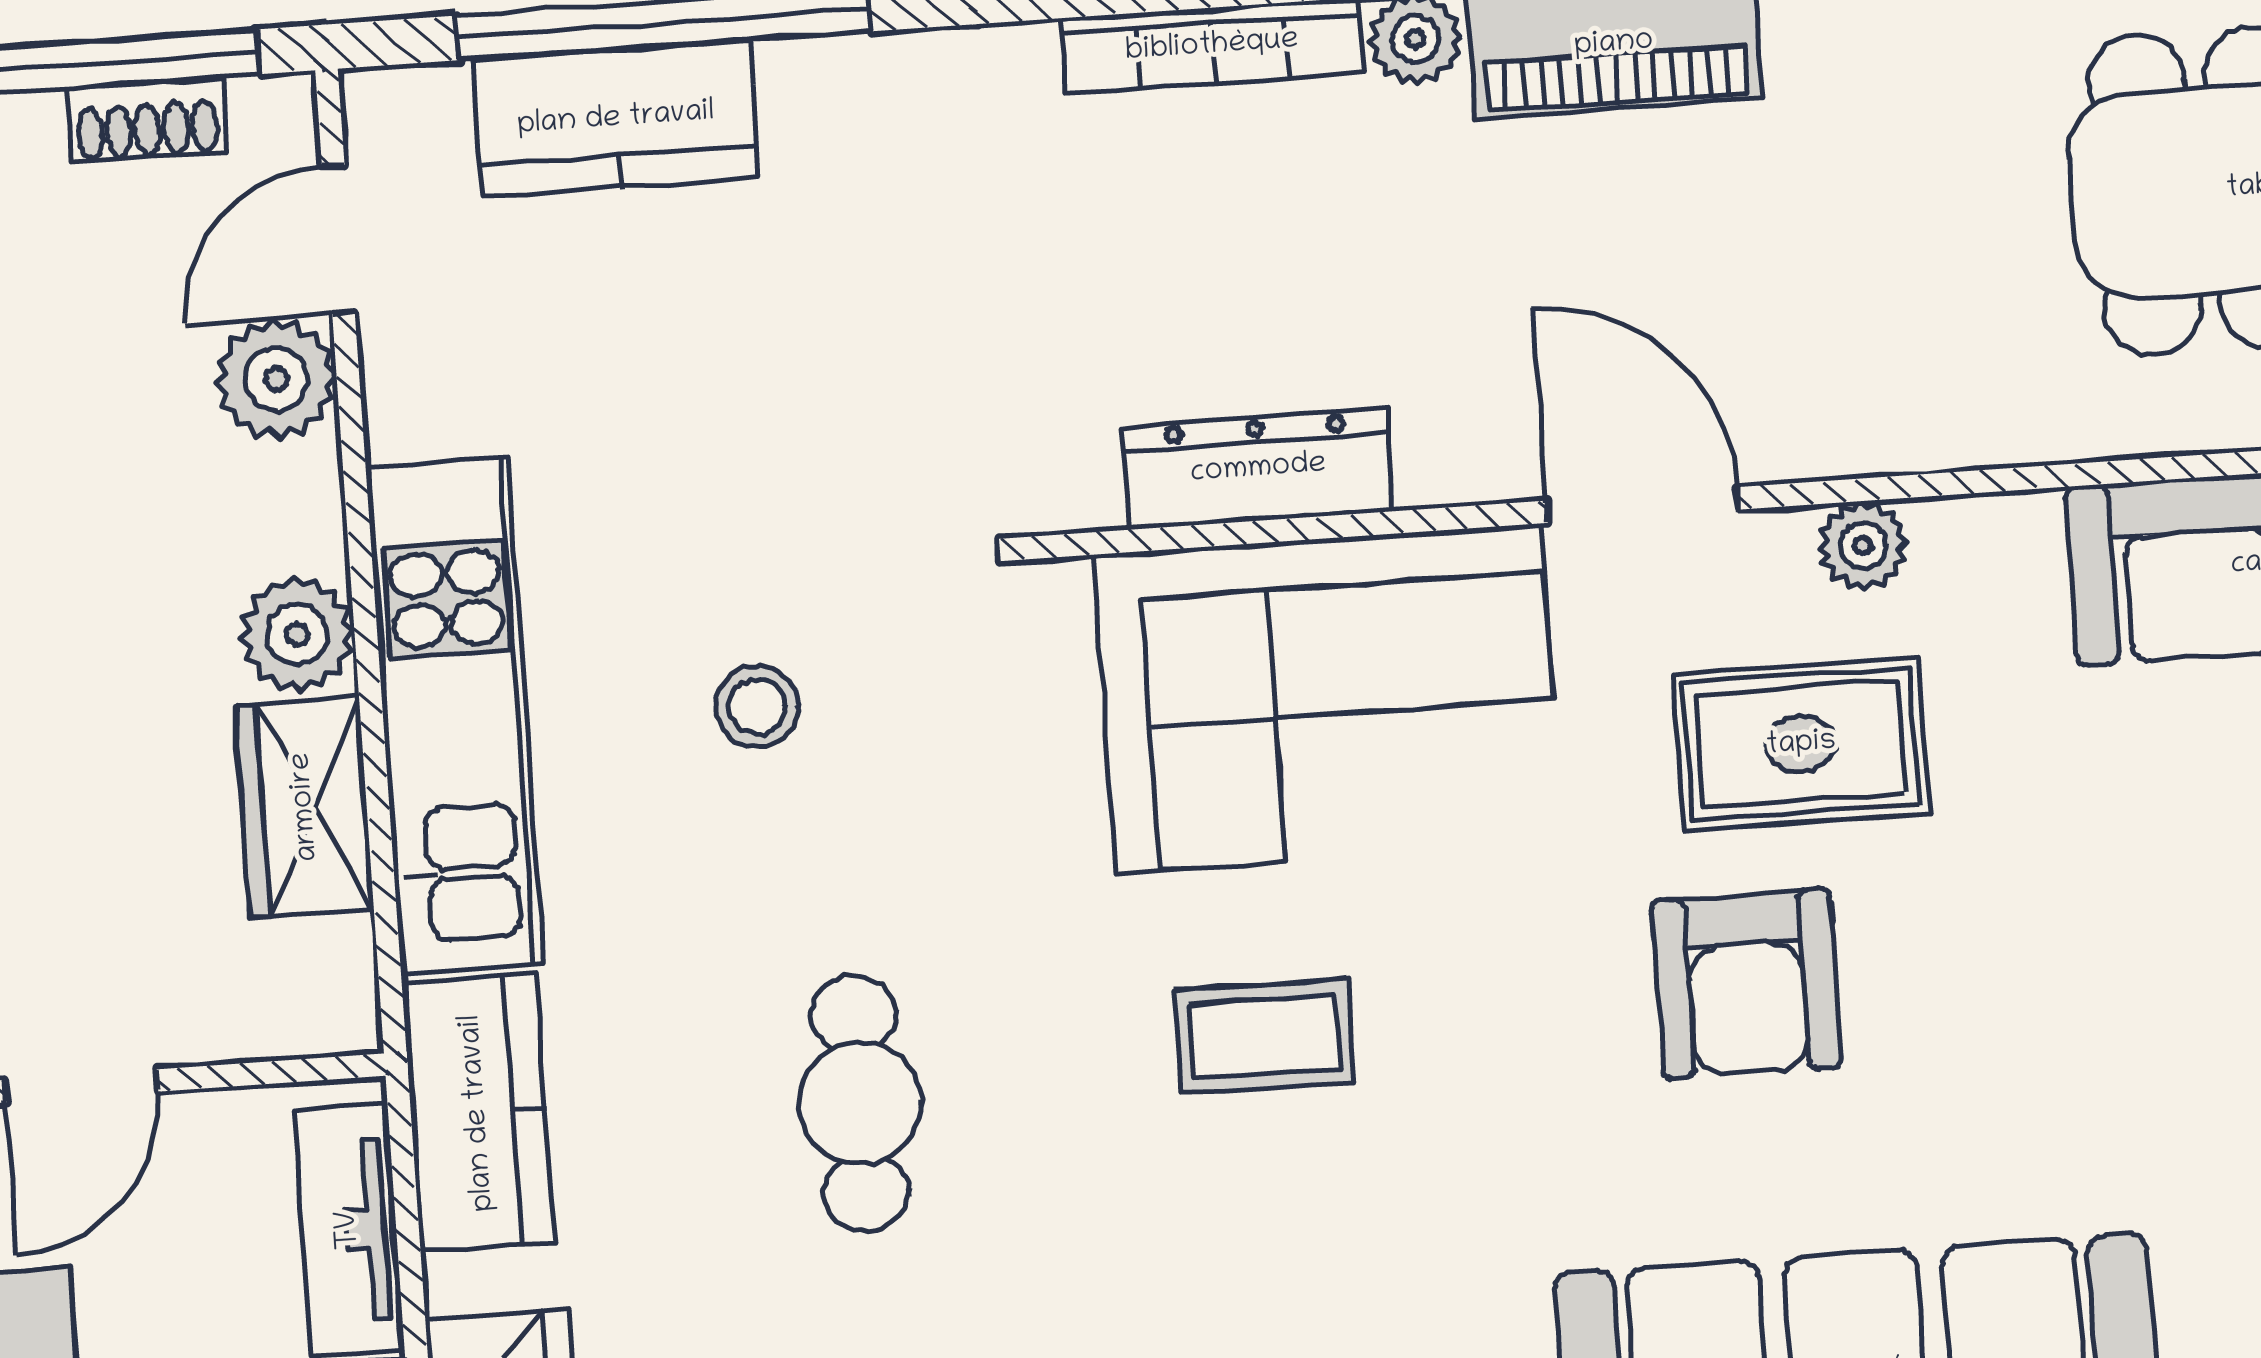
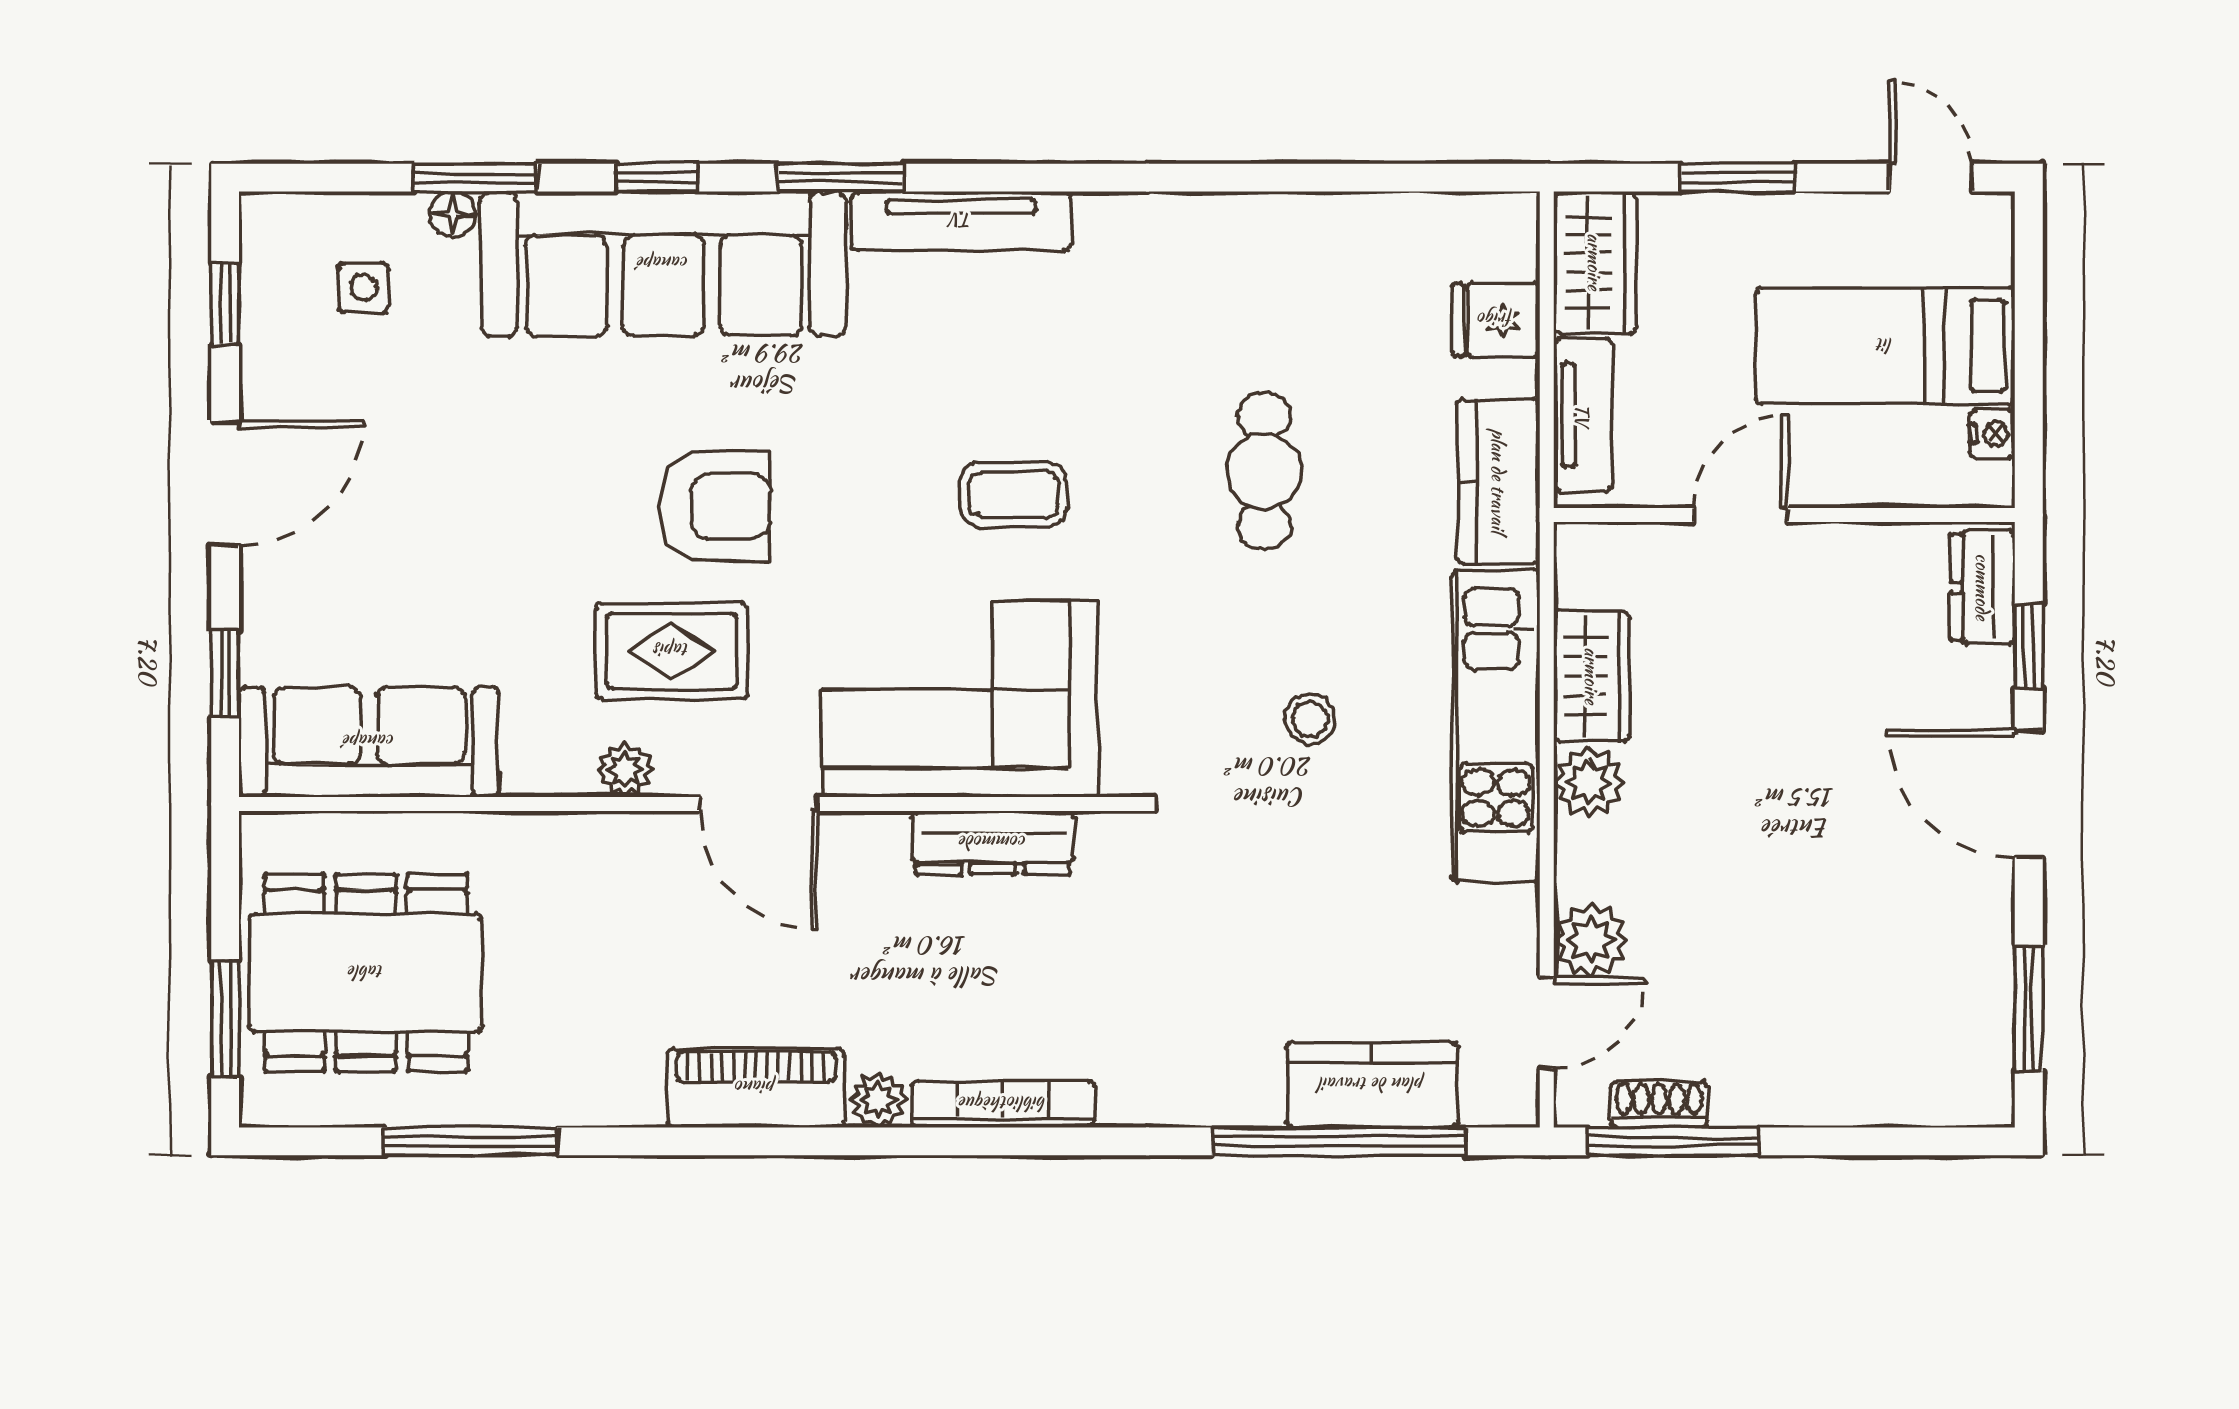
armchair: (1746, 984) -> (715, 506), turned 90

